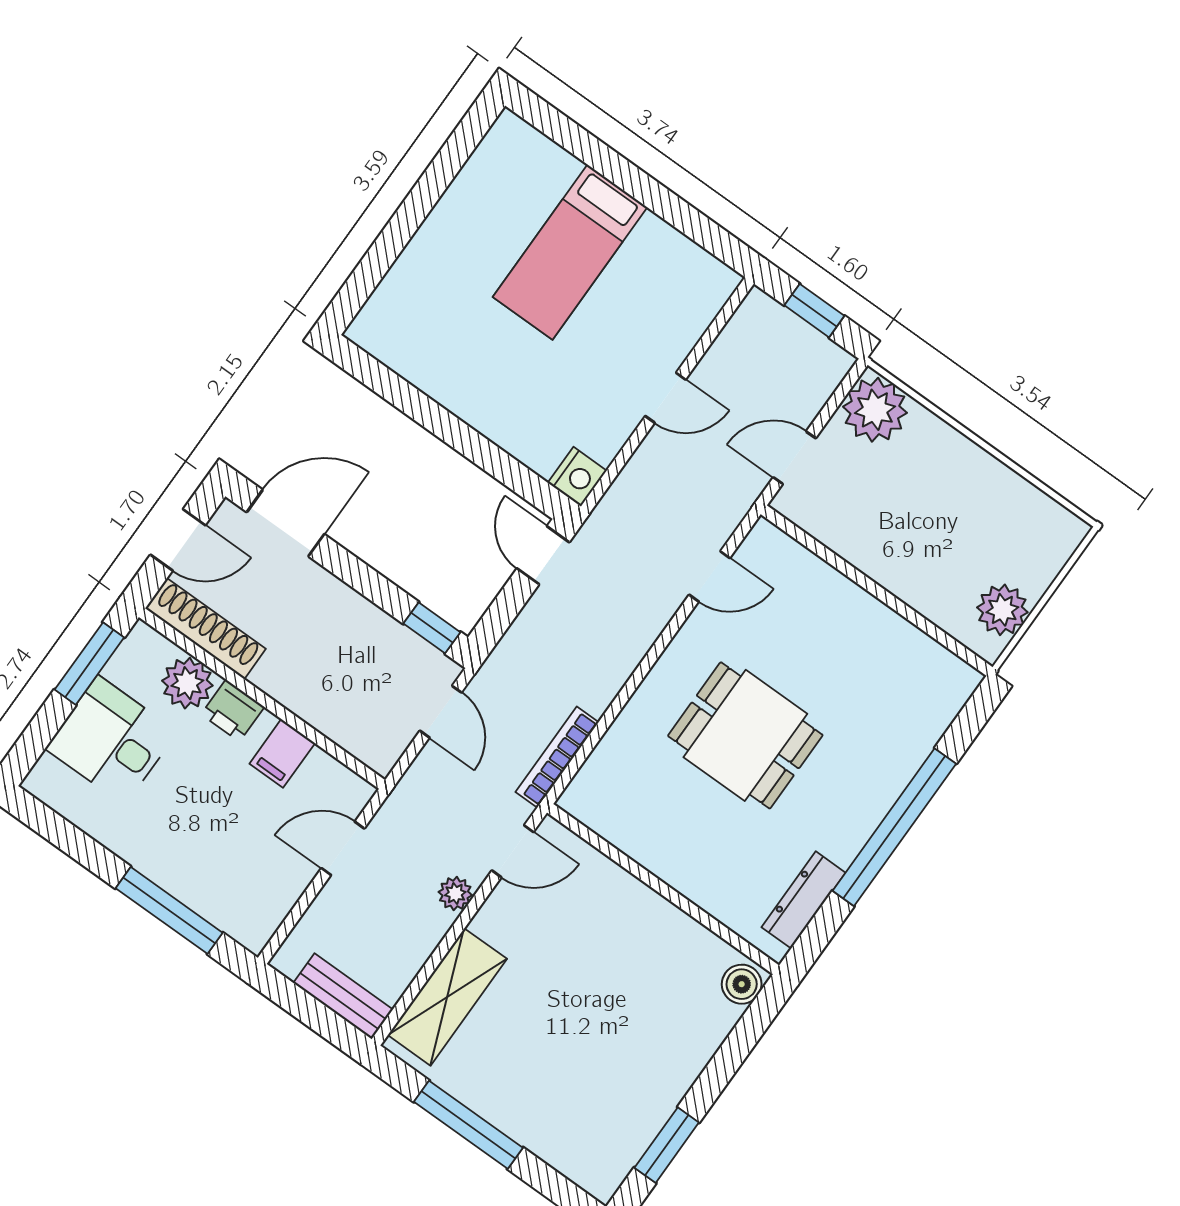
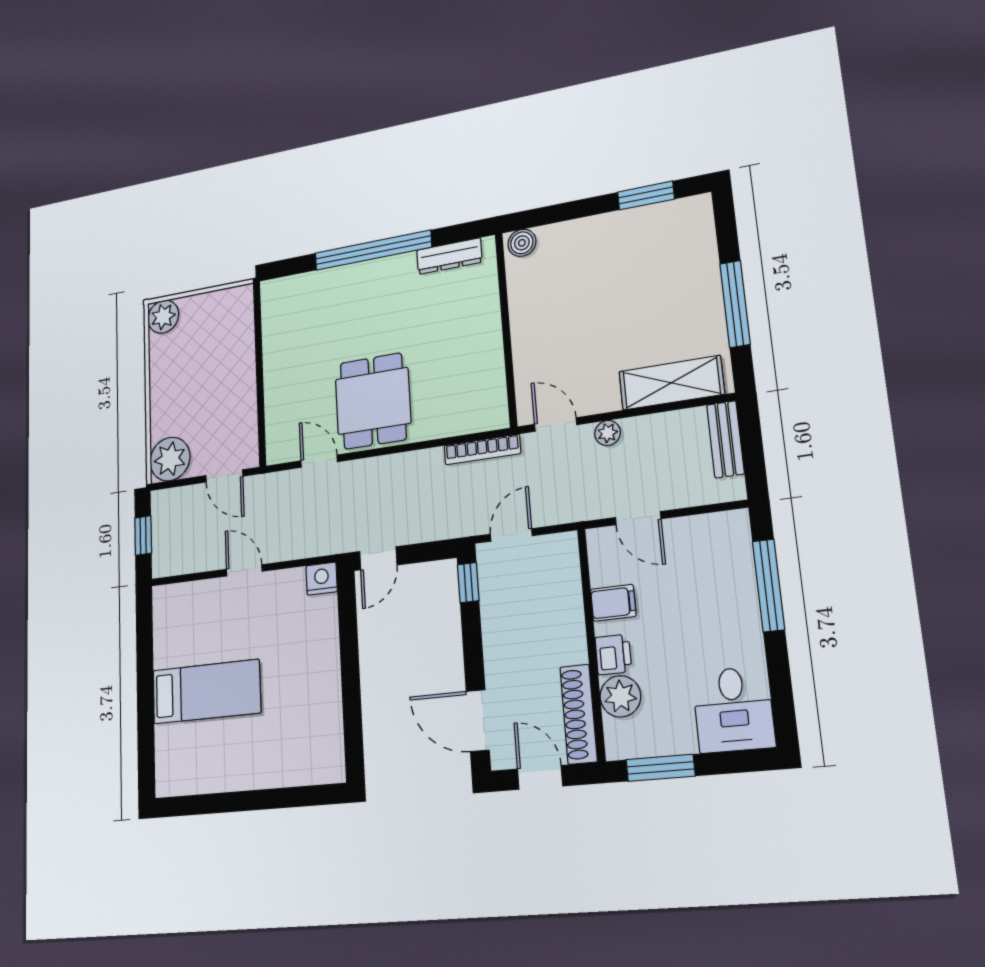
plant: (1002, 610) -> (163, 317), moved
dining table: (745, 735) -> (373, 401), moved
desk: (111, 740) -> (733, 709), moved

